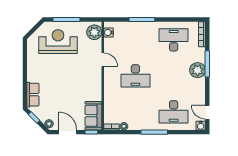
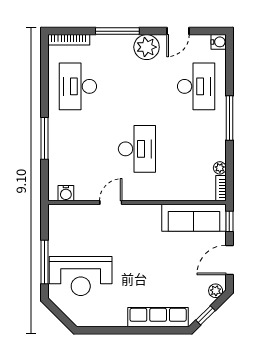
plant: (94, 32) -> (65, 216), removed
reception desk: (58, 42) -> (81, 276), turned -90
plant: (198, 70) -> (147, 47), moved
row of seats: (33, 95) -> (158, 317), width x1.48
door: (207, 112) -> (178, 31), moved
sofa: (93, 116) -> (194, 218), width x1.36

